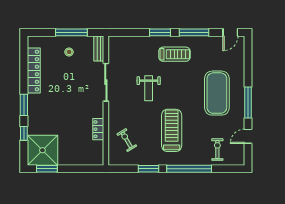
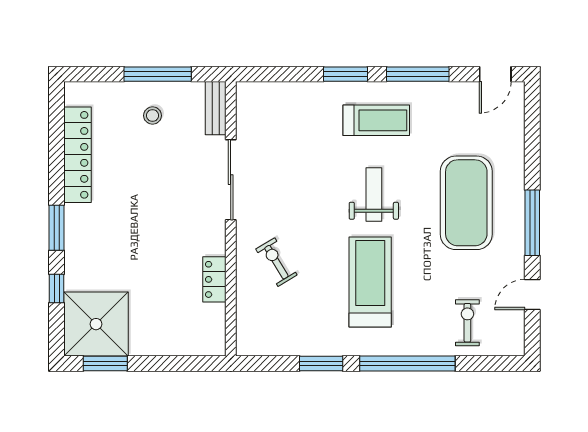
weight bench: (149, 88) -> (374, 195), moved, turned 180
exercise bike: (127, 140) -> (276, 262), moved

